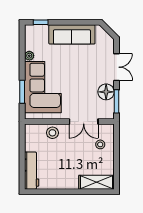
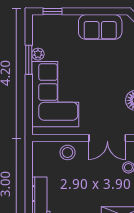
sofa: (72, 34) -> (100, 27), width x0.73
window: (22, 92) -> (29, 60), moved

